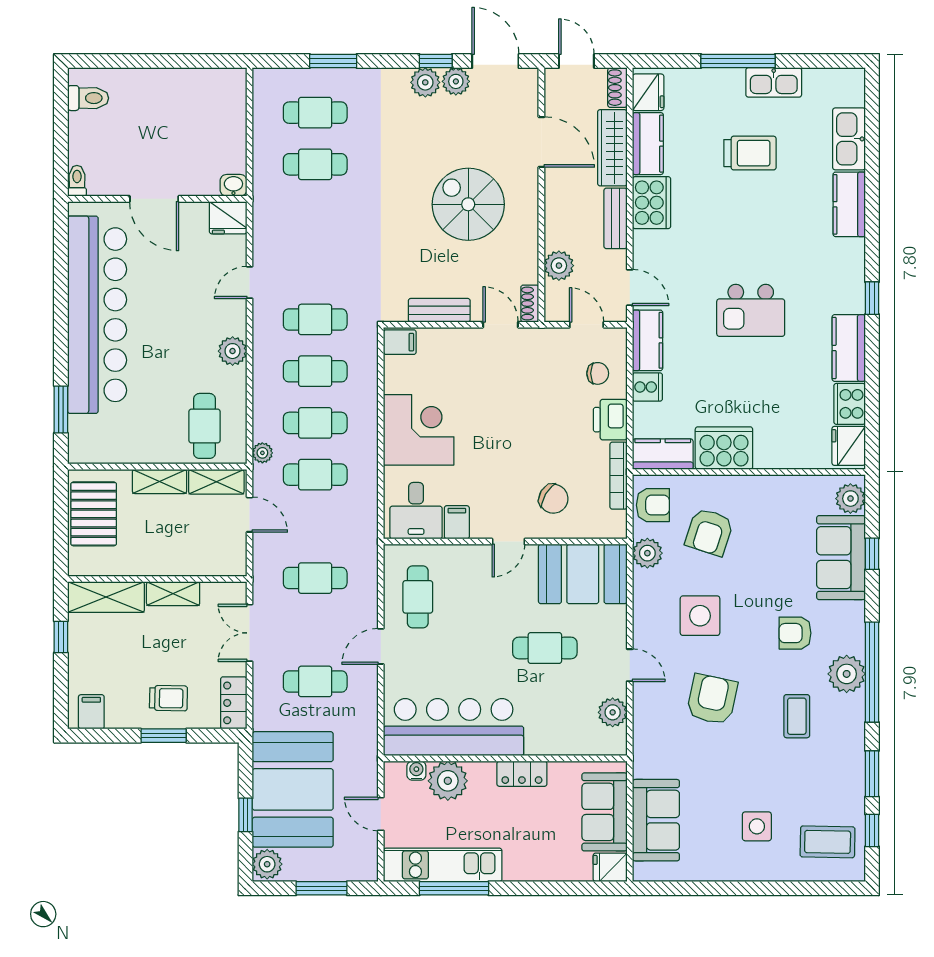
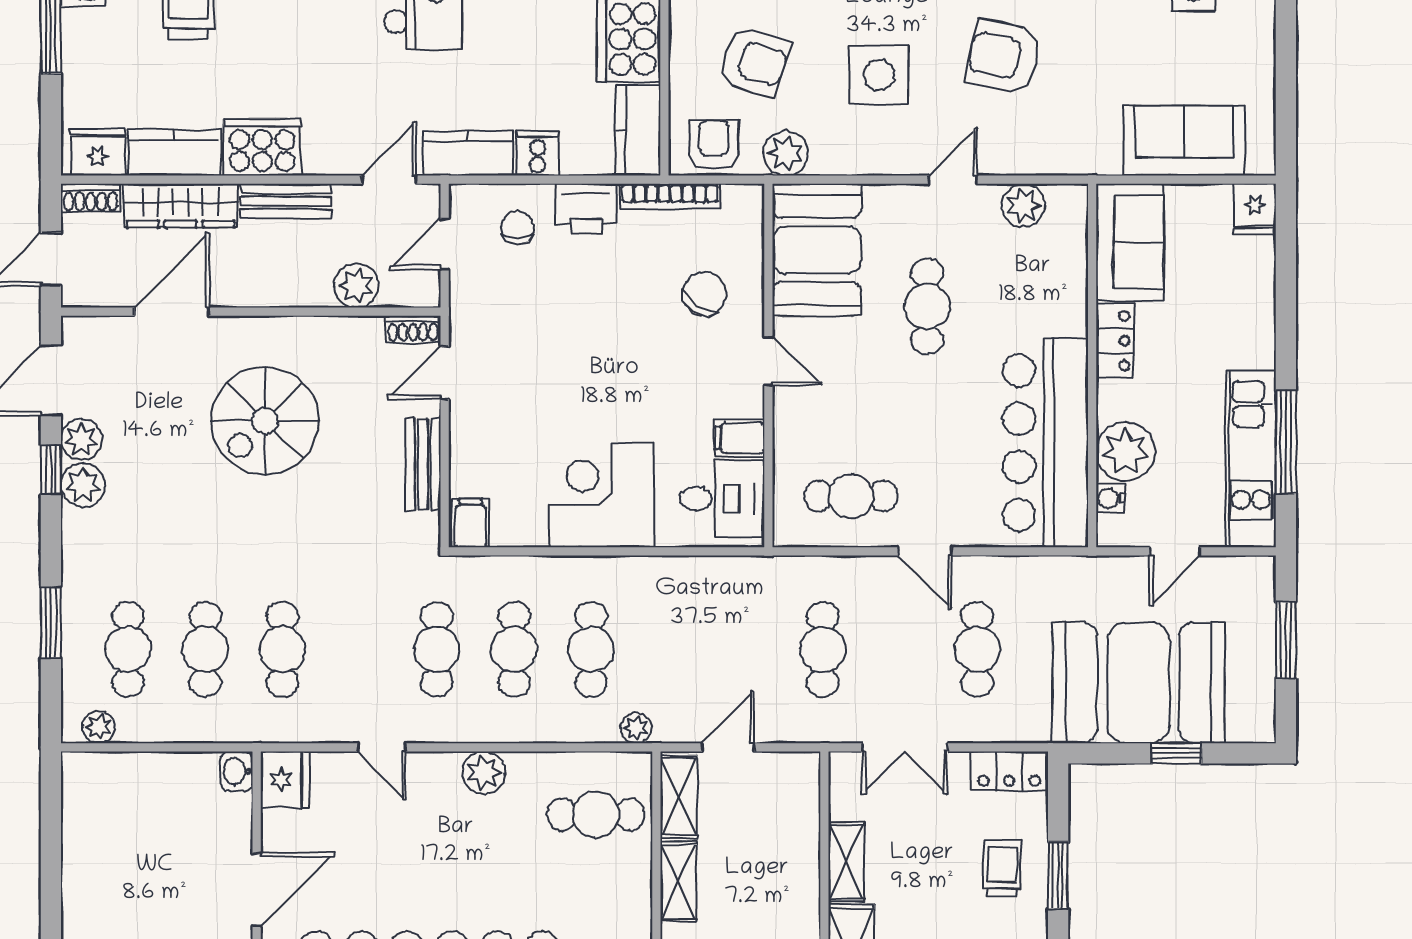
cafe table: (315, 475) -> (282, 649), moved
sofa: (605, 812) -> (1130, 242), moved, turned -90
plant: (267, 864) -> (99, 727), moved, width x0.73, depth x0.73

